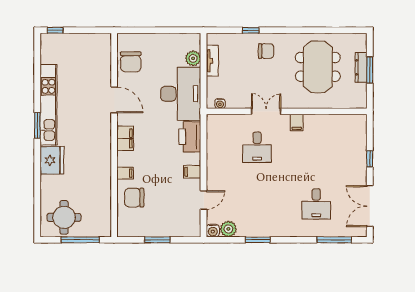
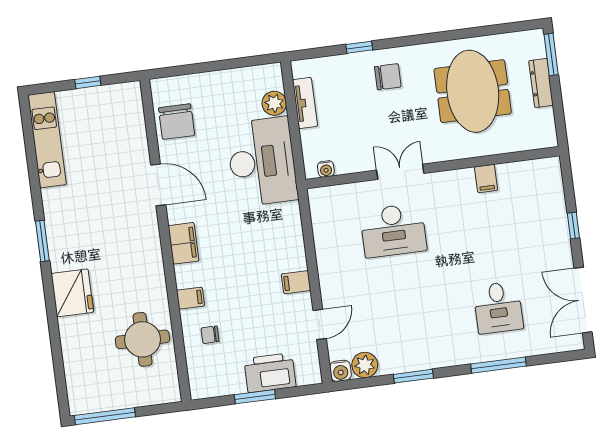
window: (55, 30) -> (88, 82), moved
window: (370, 70) -> (551, 55), moved
kitchen unit: (48, 105) -> (47, 140), moved, width x0.73
filing cabinet: (297, 122) -> (486, 179), moved
printer: (190, 137) -> (270, 373), moved, turned 90
desk: (257, 147) -> (393, 230), width x1.37
chair: (134, 198) -> (210, 335), width x0.54, depth x0.54
round table: (64, 217) -> (142, 339), moved
window: (80, 240) -> (105, 416), moved
window: (334, 240) -> (498, 365), moved

